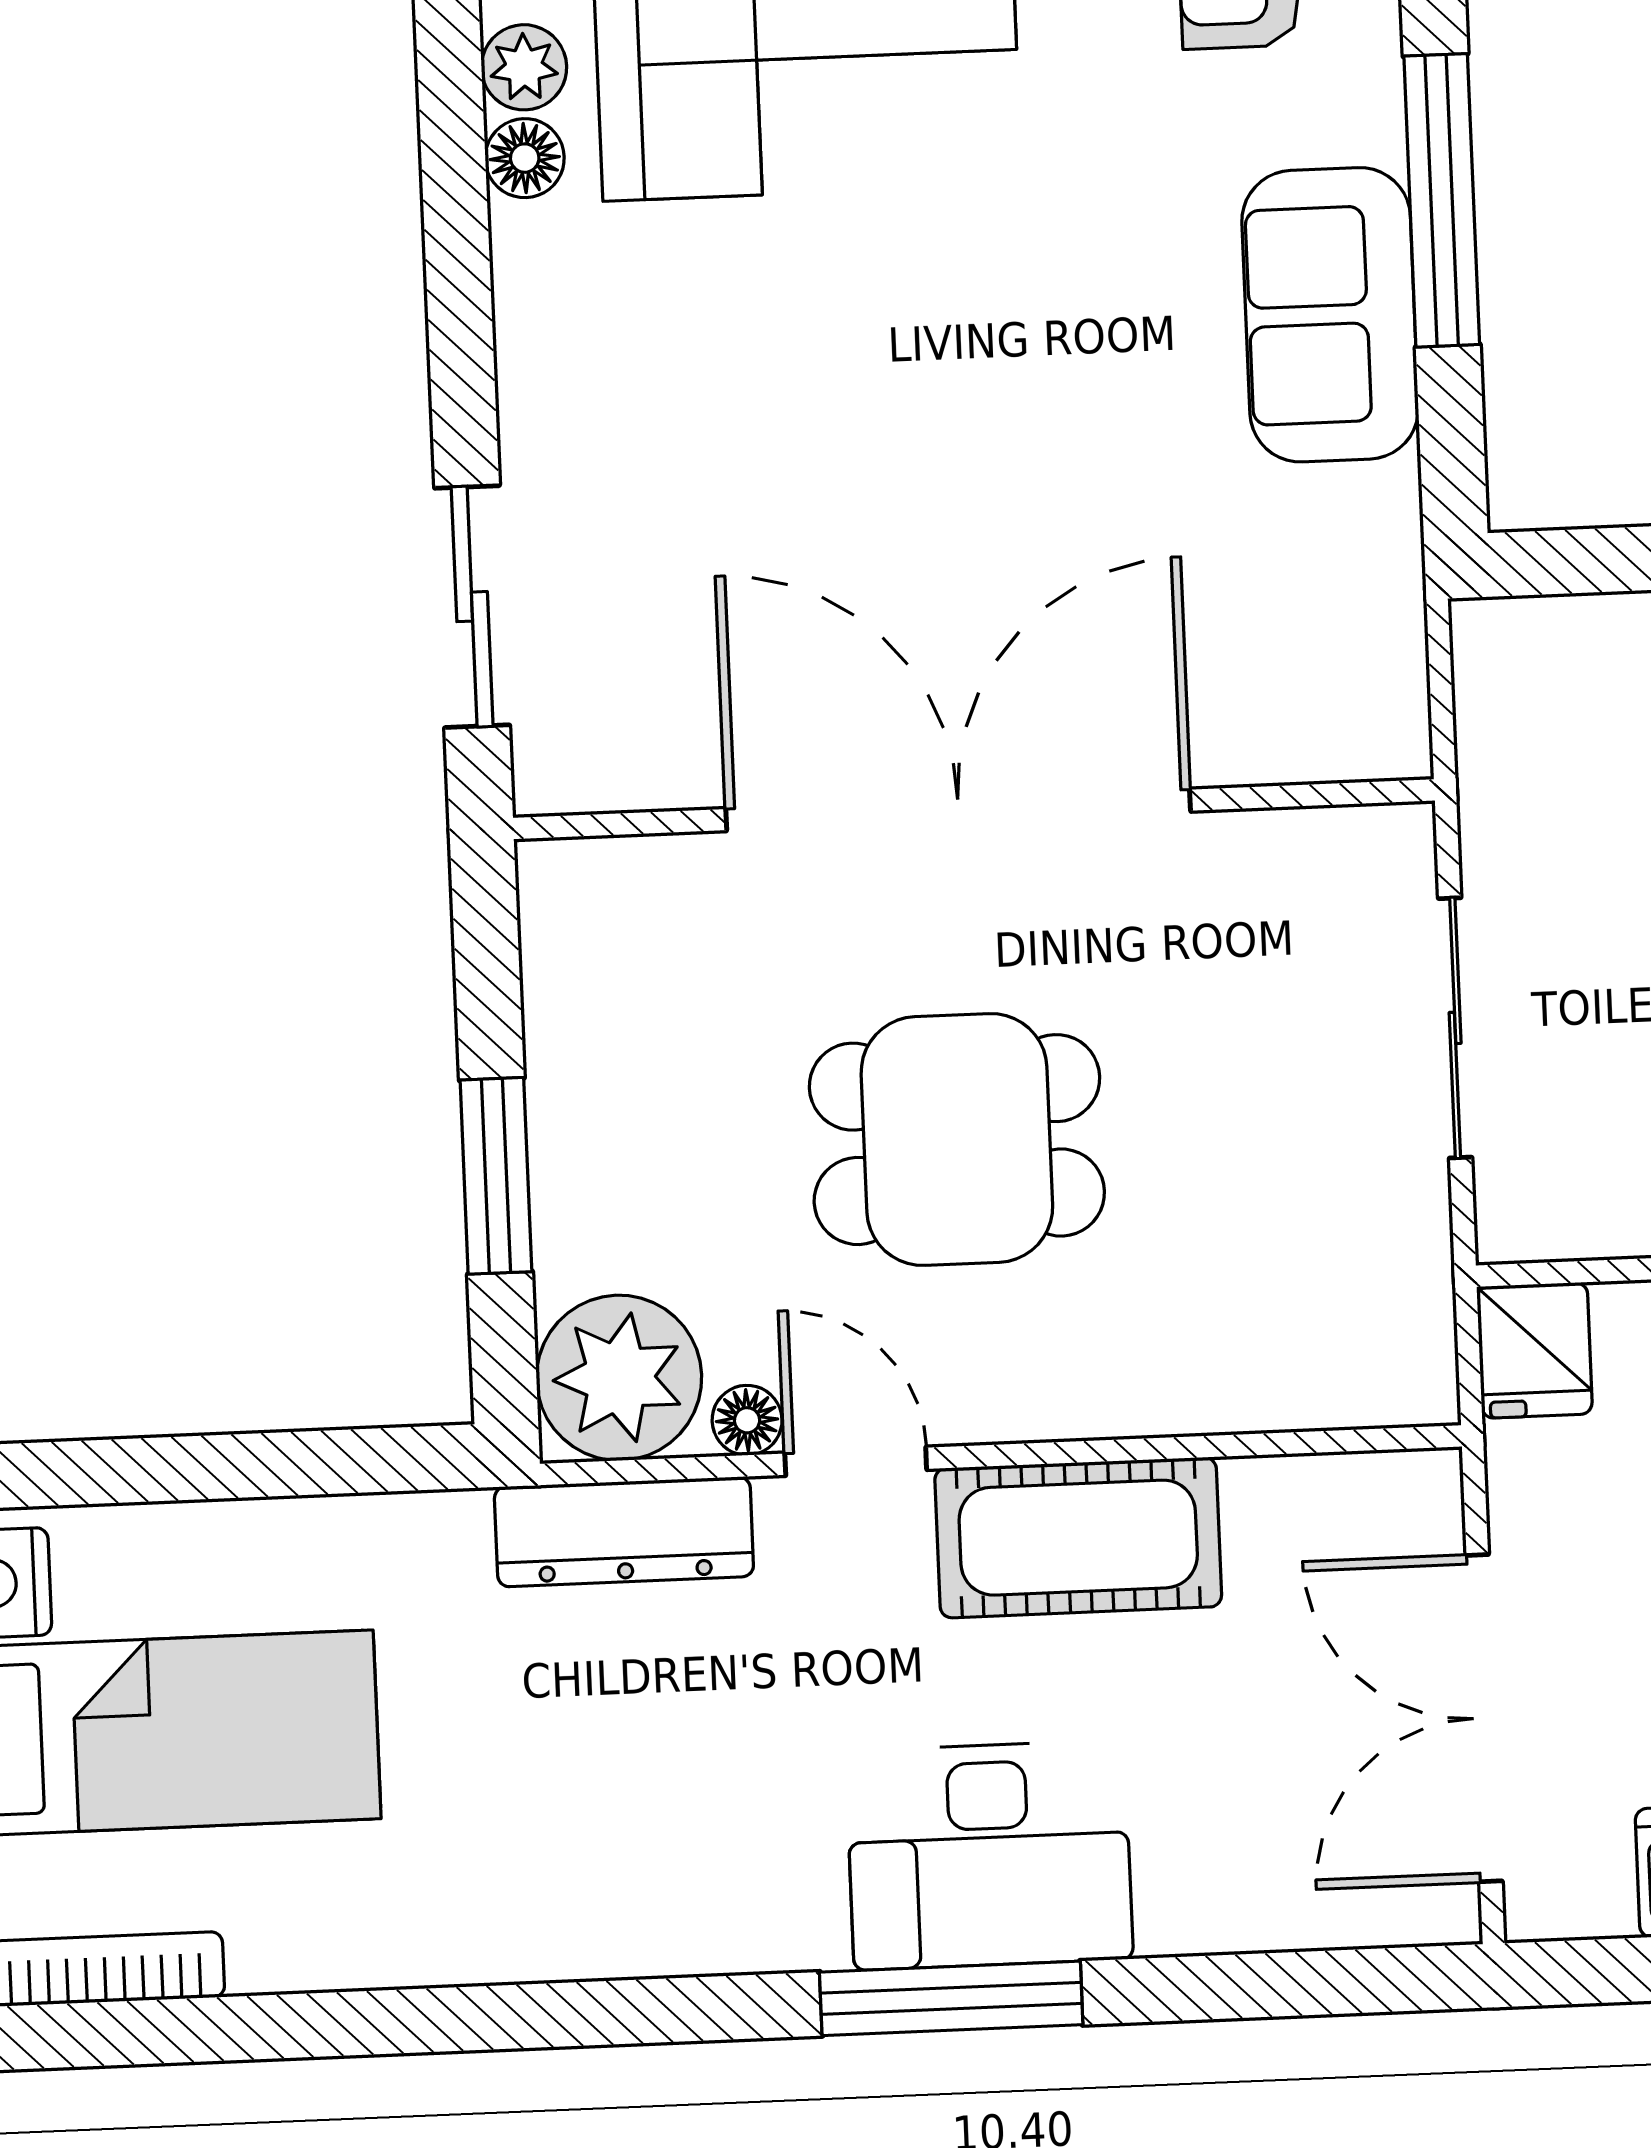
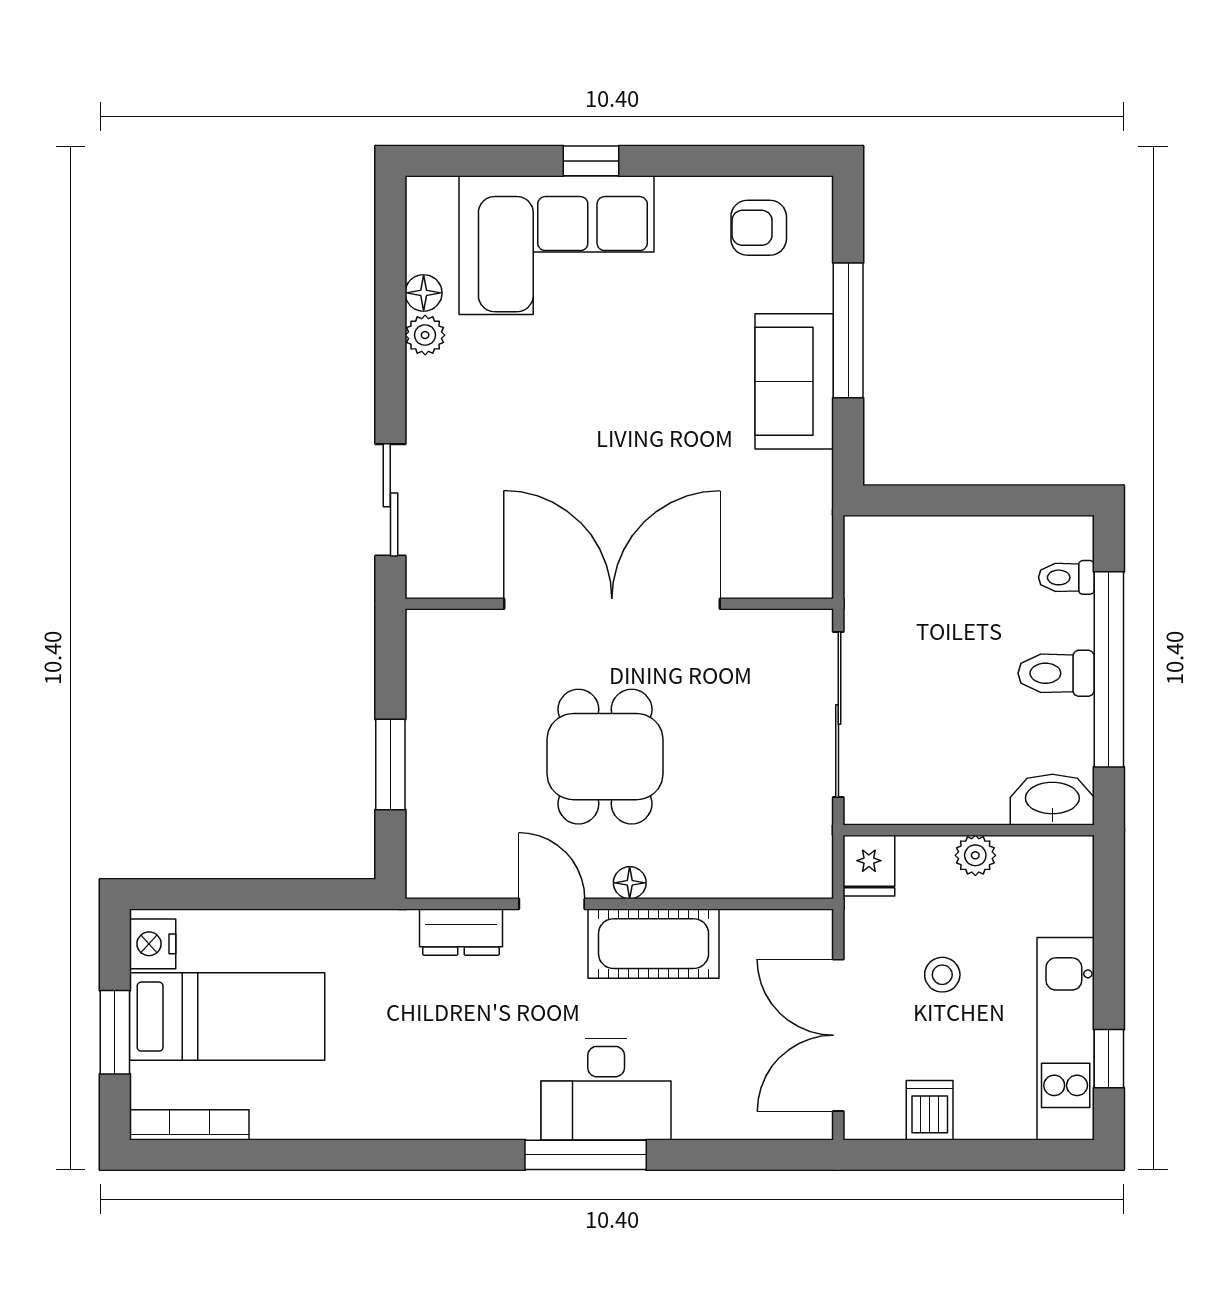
plant: (524, 67) -> (425, 335), moved
sliding door: (1455, 1028) -> (838, 715), width x1.37
dining table: (957, 1140) -> (605, 757), turned 90
plant: (619, 1378) -> (444, 861), removed
floor lamp: (747, 1420) -> (630, 883), moved
dresser: (624, 1532) -> (461, 932), width x0.70

